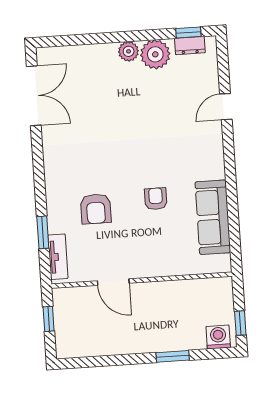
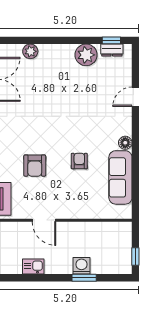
plant: (129, 51) -> (30, 51), moved
floor lamp: (216, 170) -> (125, 143), added
washing machine: (218, 337) -> (81, 266), moved
kitchen sink: (103, 346) -> (33, 266), added

